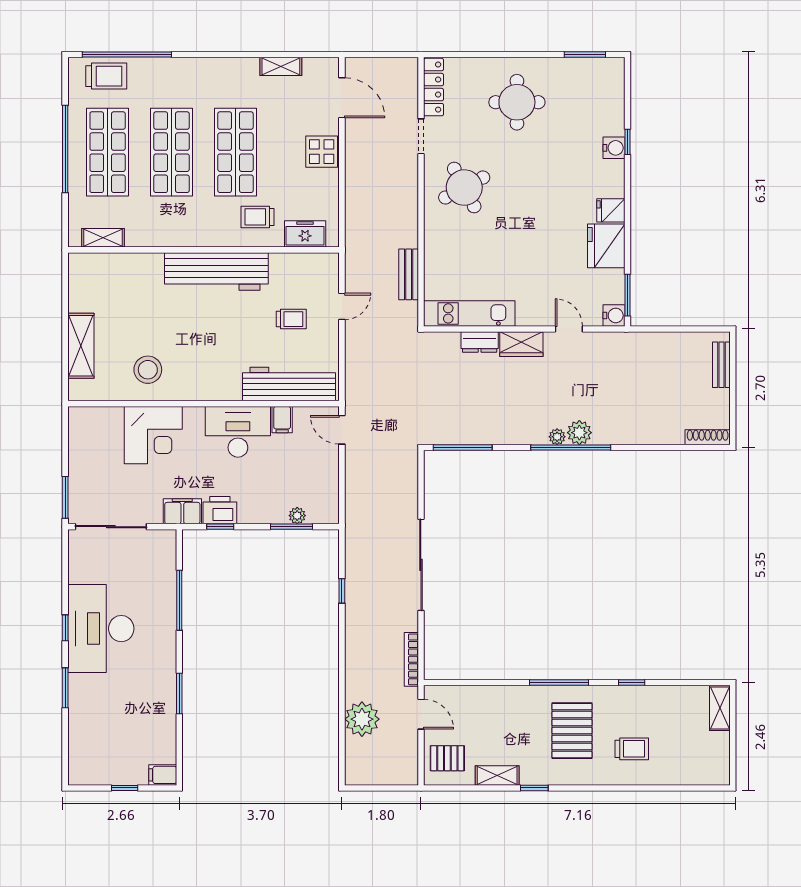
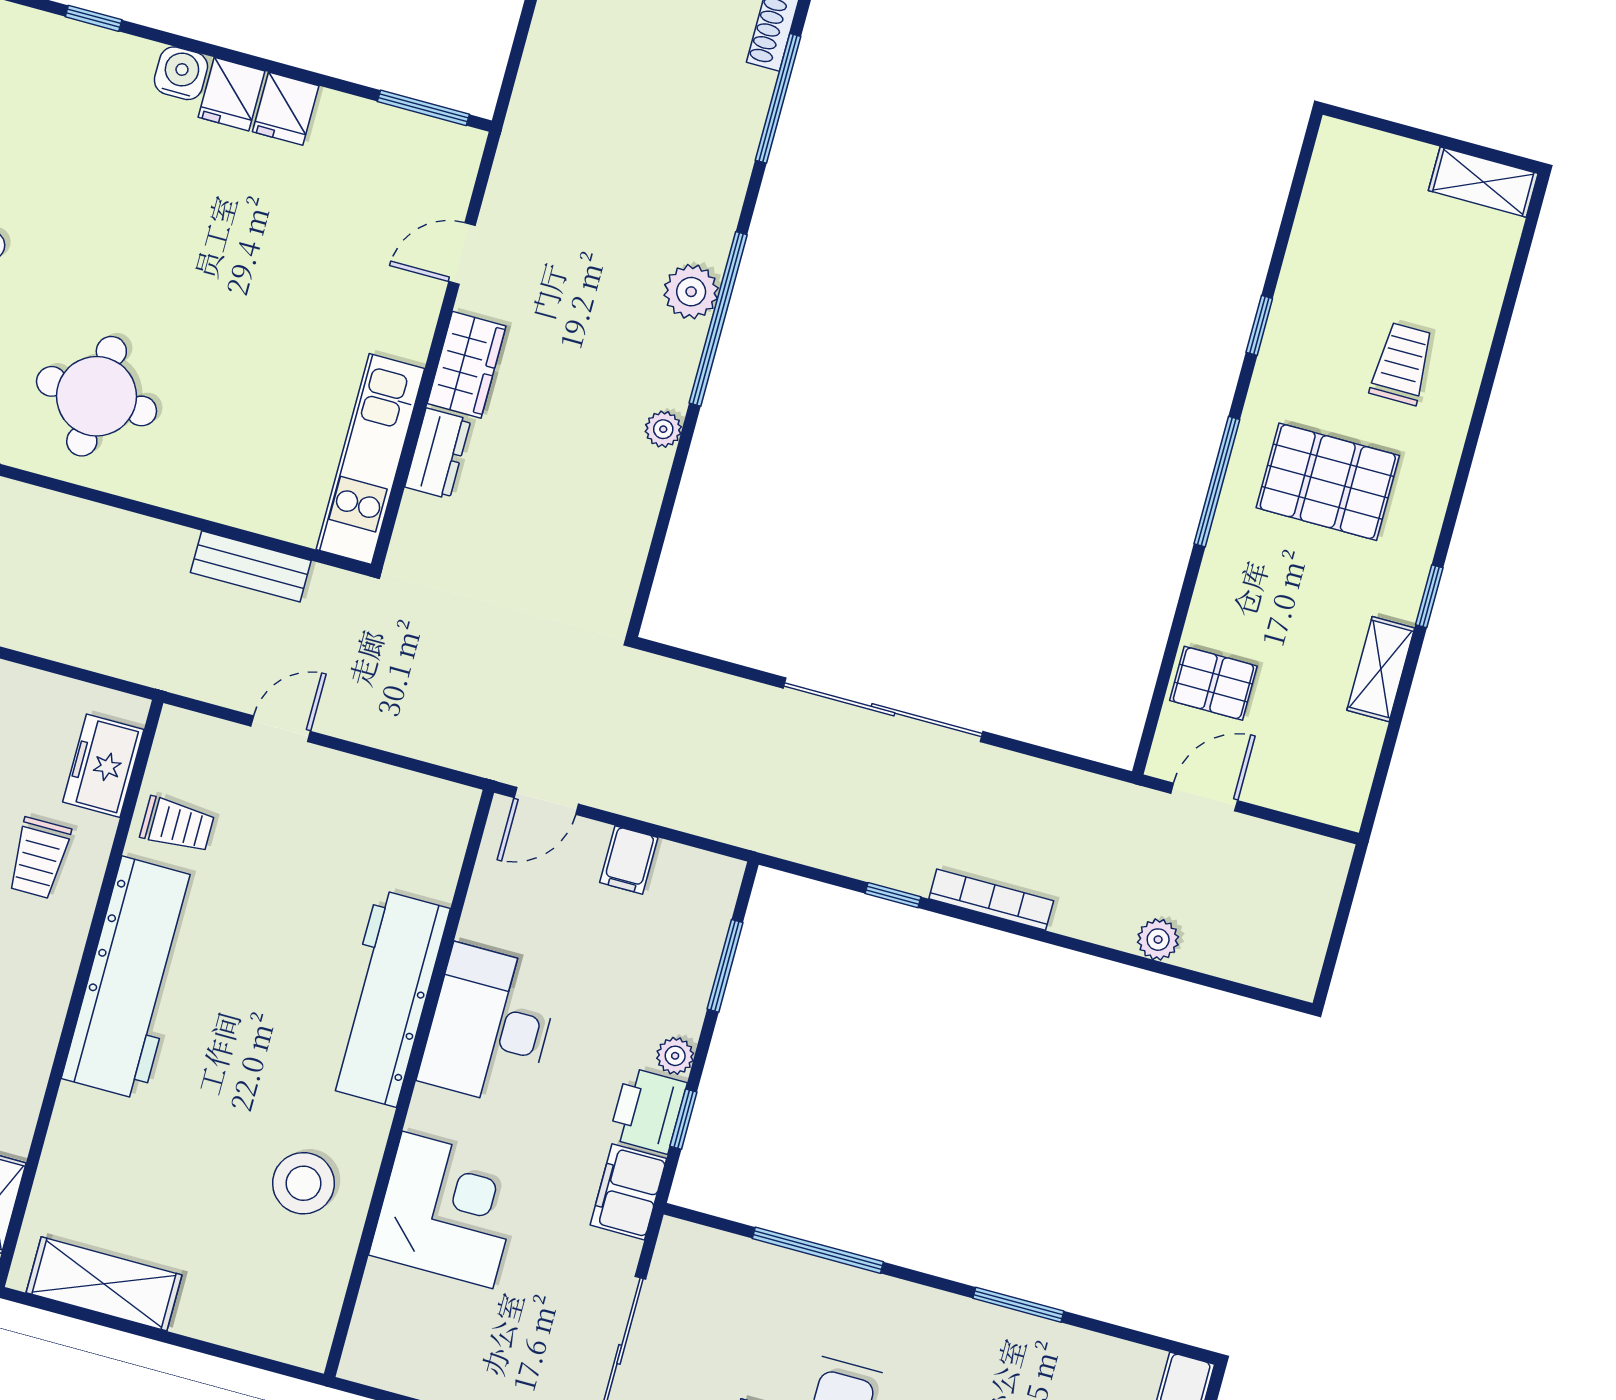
water cooler: (614, 148) -> (181, 73), moved
round table: (464, 188) -> (97, 396), turned 31
fridge: (606, 246) -> (286, 109), width x0.53, depth x0.75
door: (342, 306) -> (281, 729), hinge flipped
water cooler: (614, 315) -> (459, 149), removed
trolley: (291, 319) -> (177, 825), moved, turned 90
shelving: (81, 346) -> (104, 1284), moved
workbench: (289, 384) -> (387, 998), moved
filing cabinet: (282, 420) -> (629, 860), moved, turned 90
plant: (557, 437) -> (663, 429), moved
window: (463, 448) -> (778, 98), moved
plant: (297, 516) -> (675, 1056), moved
bookcase: (411, 659) -> (991, 900), moved, turned 180
shelving: (720, 708) -> (1483, 182), moved
plant: (362, 719) -> (1158, 940), width x0.53, depth x0.53
pallet: (447, 758) -> (1213, 683), moved, turned 90

